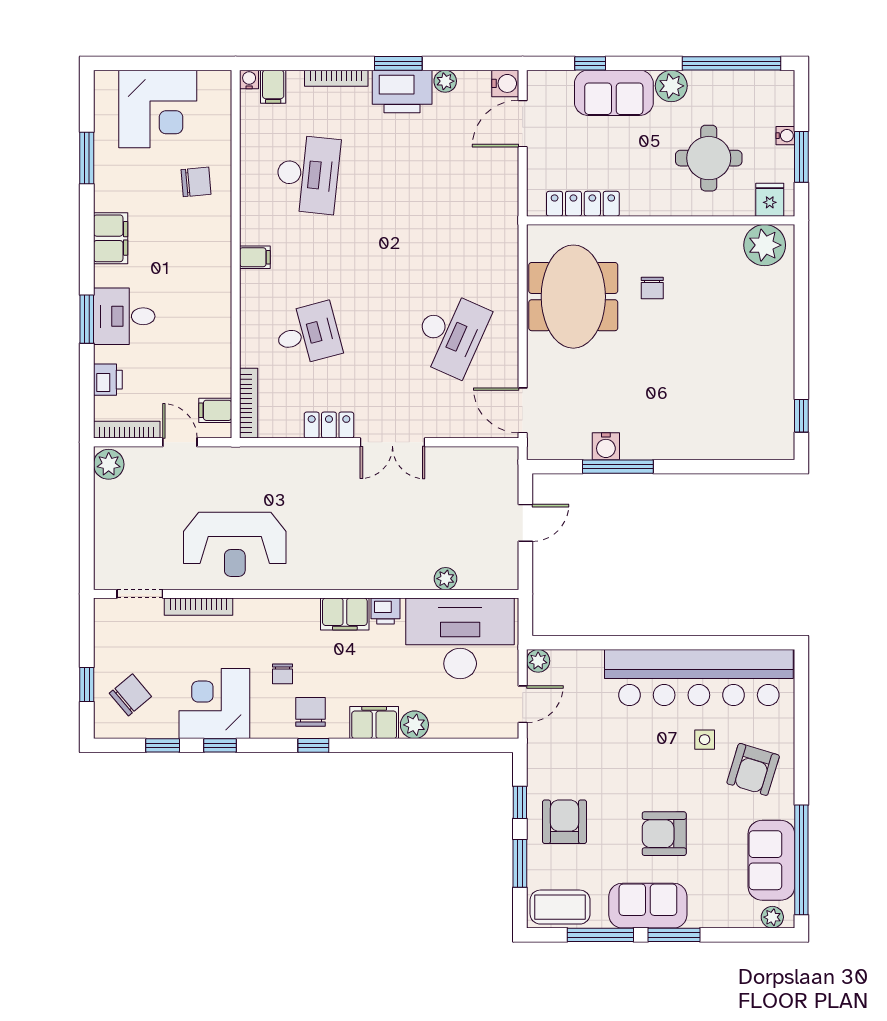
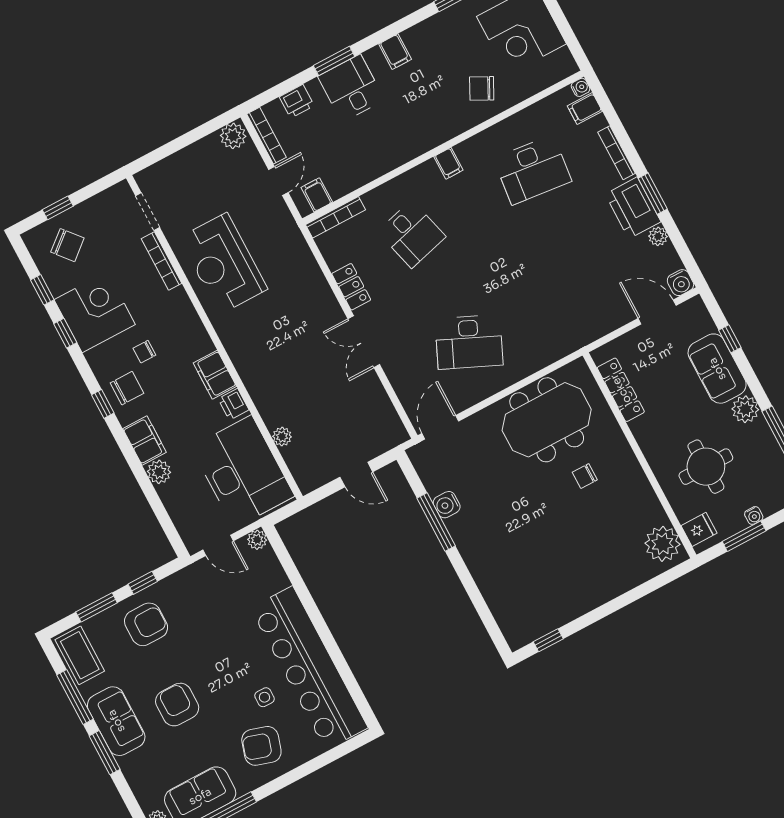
chair: (196, 182) -> (482, 88), turned 122
filing cabinet: (111, 238) -> (395, 52), width x0.50

